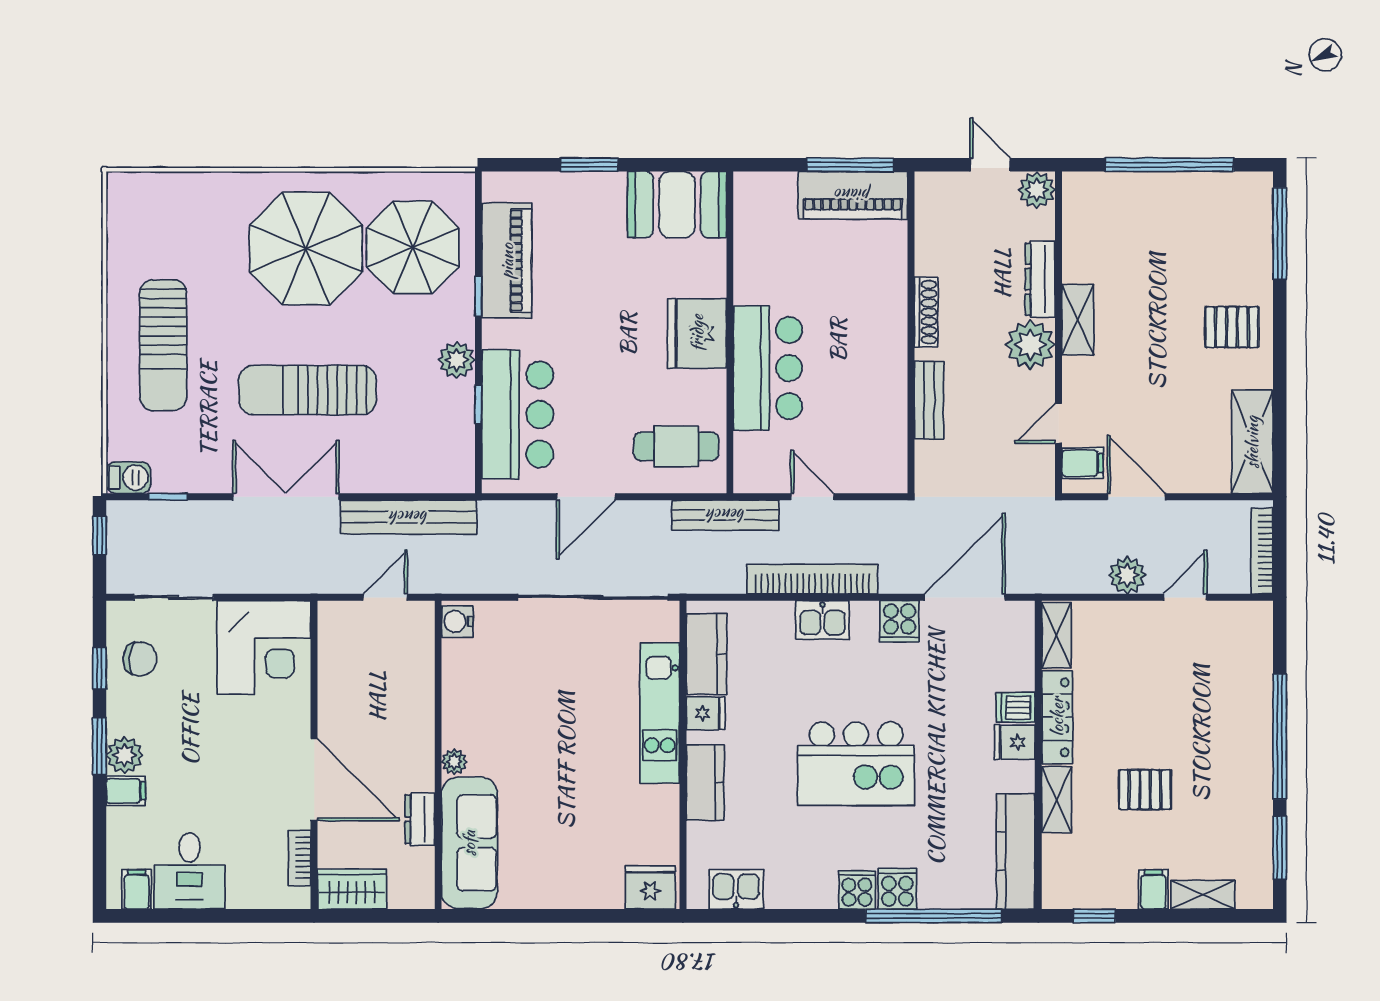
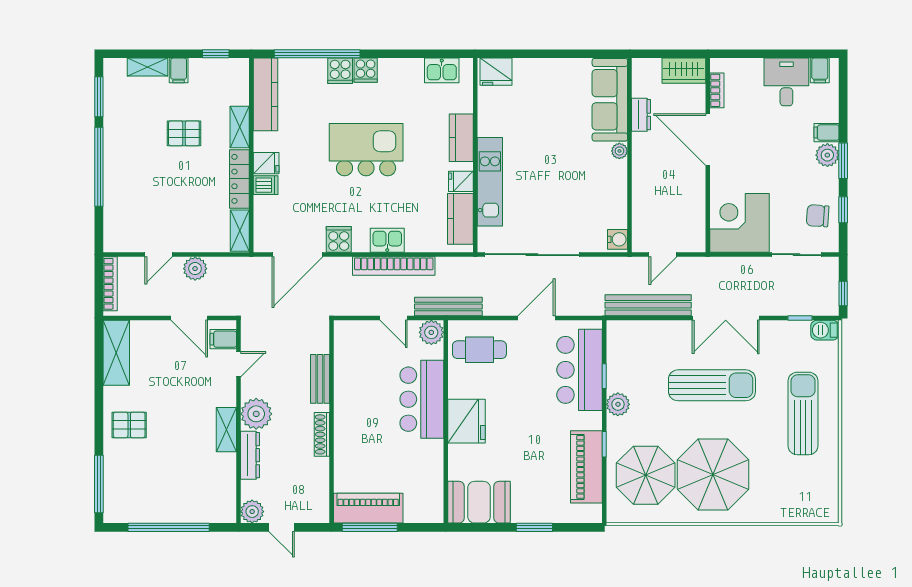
plant: (753, 474) -> (431, 332), added

